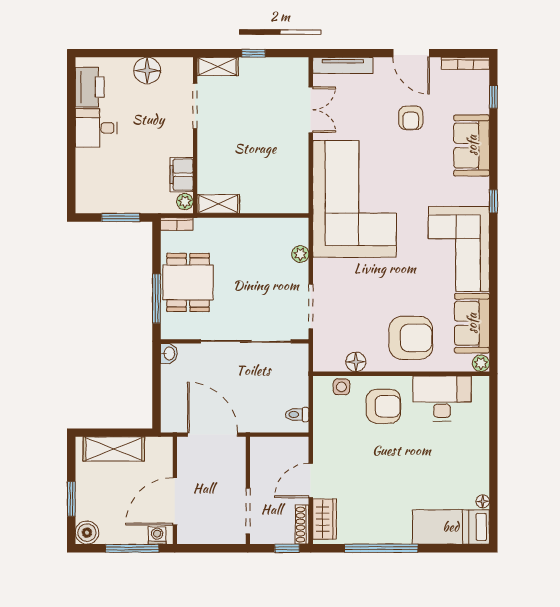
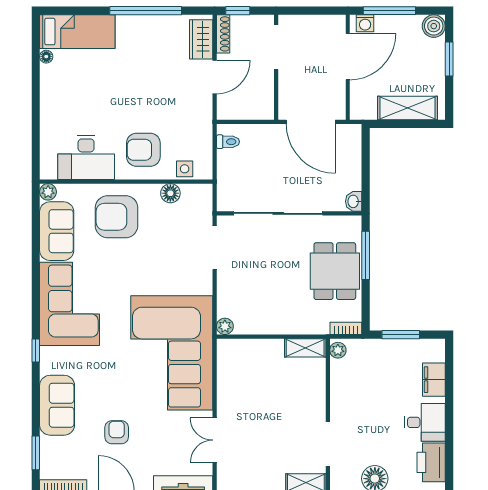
window: (493, 97) -> (36, 453), width x1.50
filing cabinet: (182, 175) -> (434, 380), moved, turned 180
plant: (300, 254) -> (225, 326), moved

